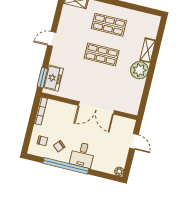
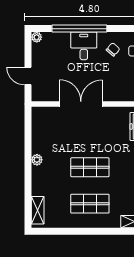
shelving: (148, 50) -> (38, 210), moved
plant: (139, 70) -> (37, 160), width x0.53, depth x0.53
window: (66, 166) -> (79, 29), moved

